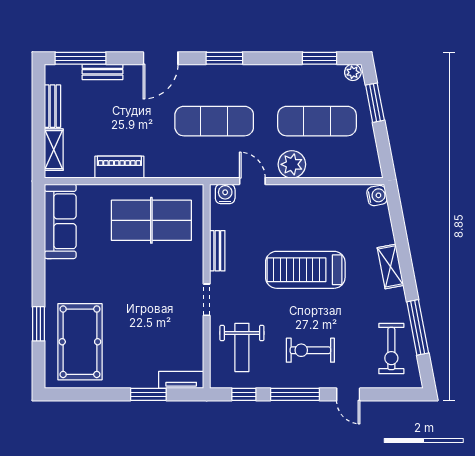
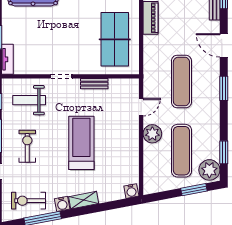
plant: (353, 72) -> (209, 170), width x1.87, depth x1.87
water cooler: (225, 194) -> (62, 204), moved, turned 79

